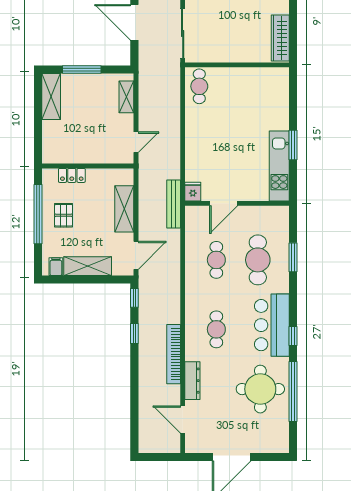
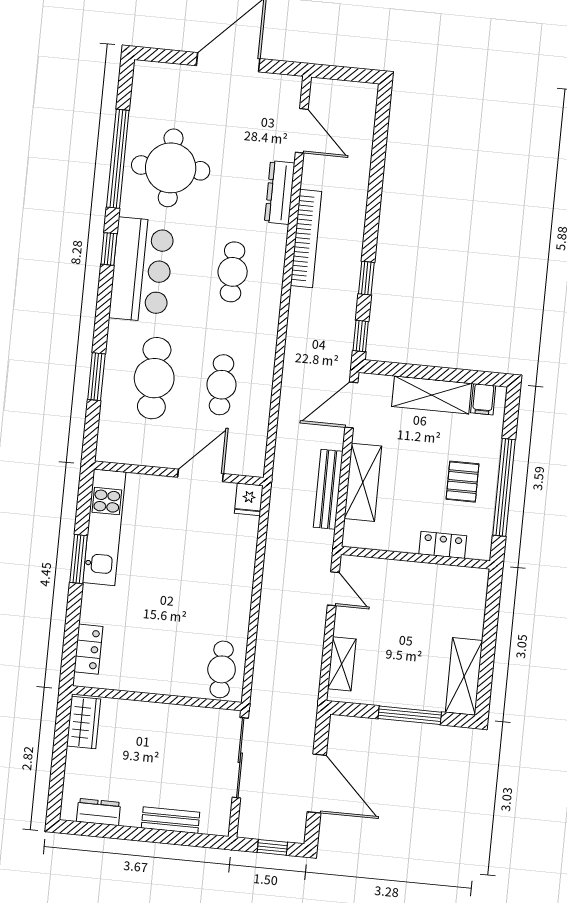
wardrobe: (280, 38) -> (84, 723), width x0.67
locker: (282, 91) -> (88, 649), added
door: (136, 142) -> (333, 589), swing flipped
bench: (174, 204) -> (328, 489), moved

